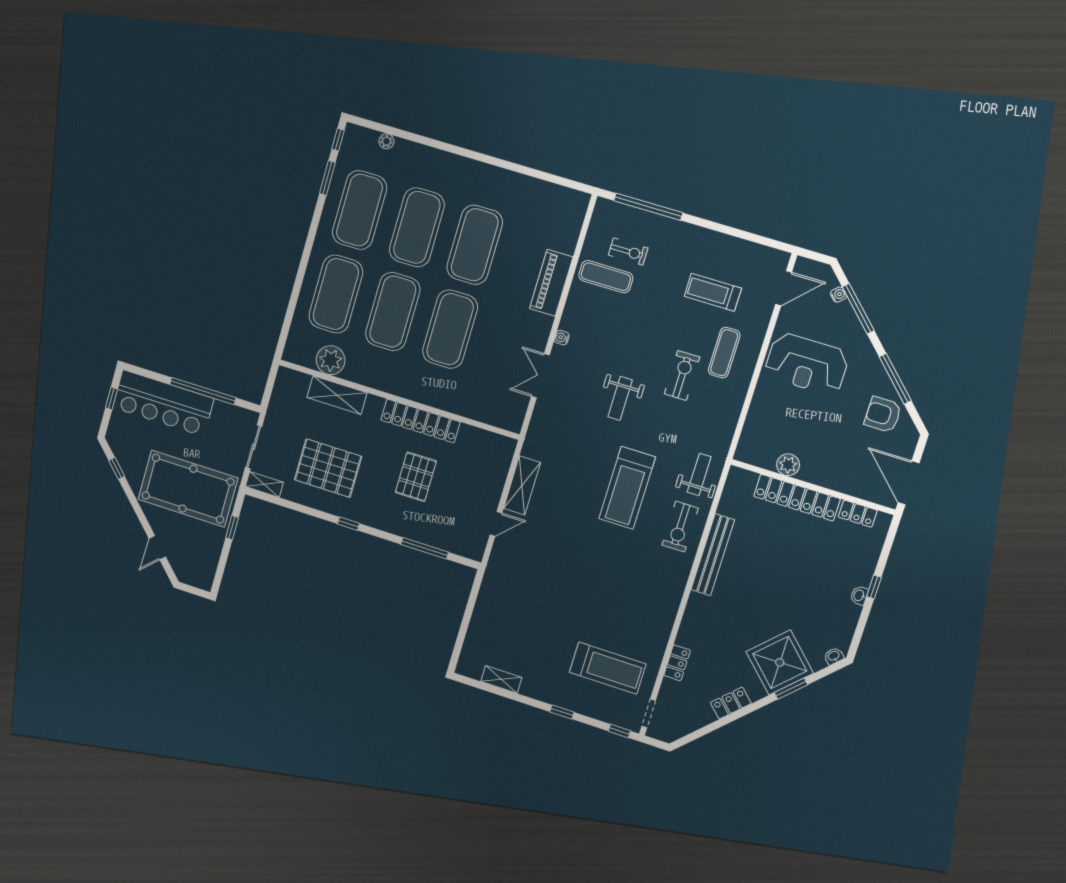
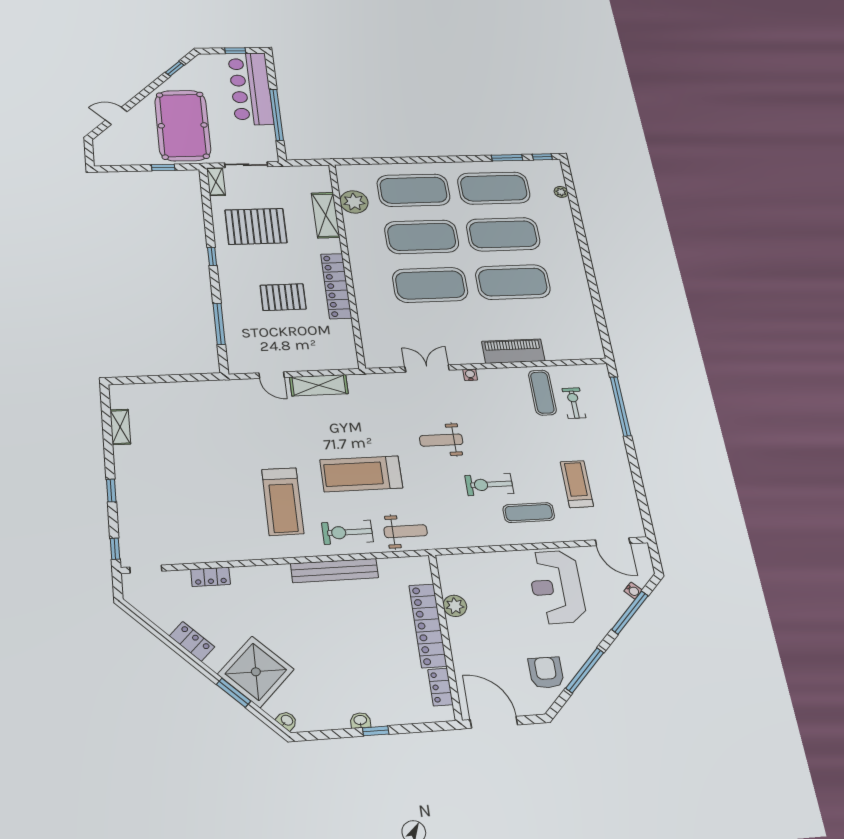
exercise bike: (628, 251) -> (574, 403), turned 180
exercise bike: (682, 375) -> (489, 484), turned 180
pallet: (328, 468) -> (256, 226), turned 90
door: (909, 483) -> (494, 722), hinge flipped
treadmill: (608, 668) -> (283, 501), moved

